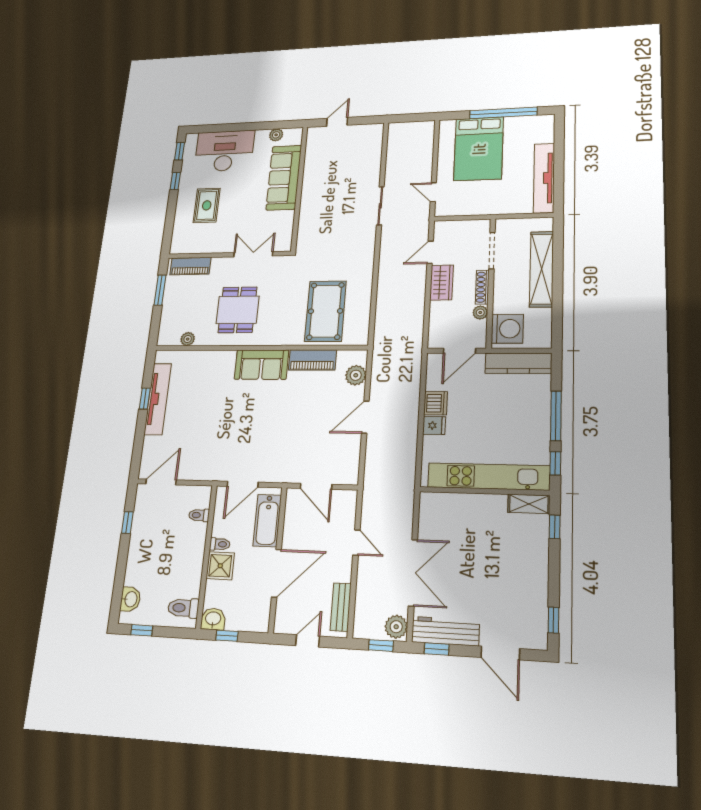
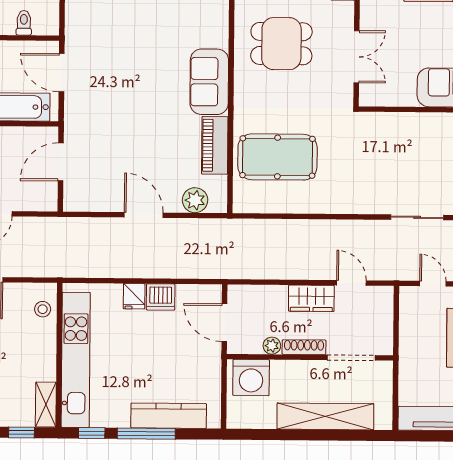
door: (433, 192) -> (433, 284), hinge flipped
kitchen counter: (518, 363) -> (169, 416), moved, turned 90
stool: (442, 505) -> (43, 309), added

